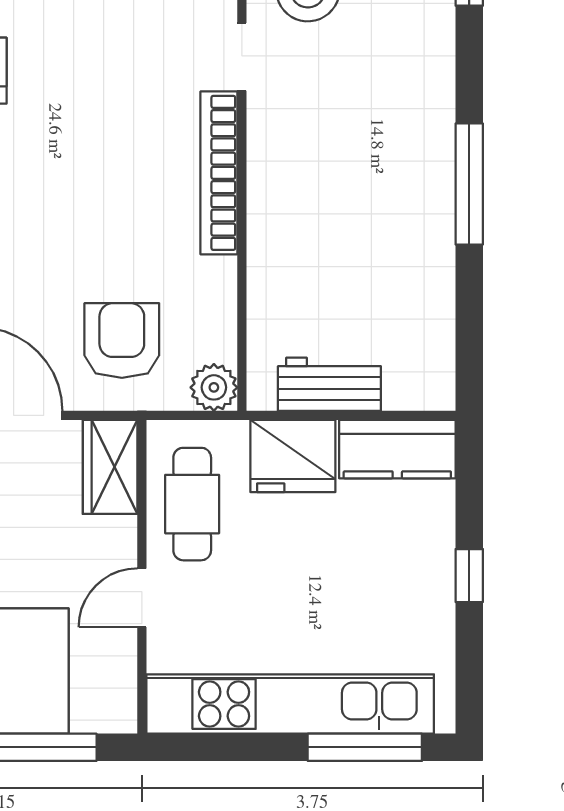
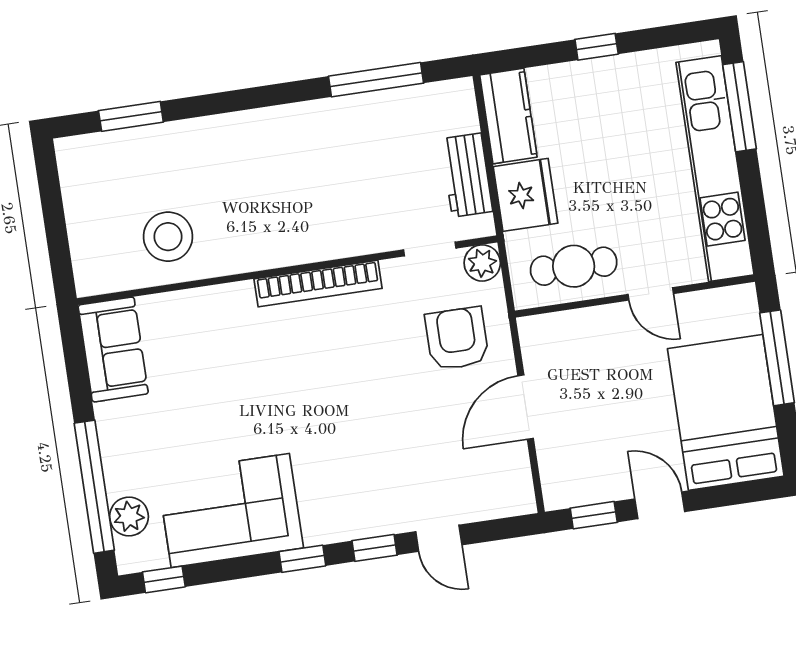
doorway: (242, 57) -> (430, 249), moved
window: (469, 184) -> (376, 80), moved
armchair: (122, 341) -> (457, 339), turned 90
wardrobe: (110, 467) -> (555, 333), removed

